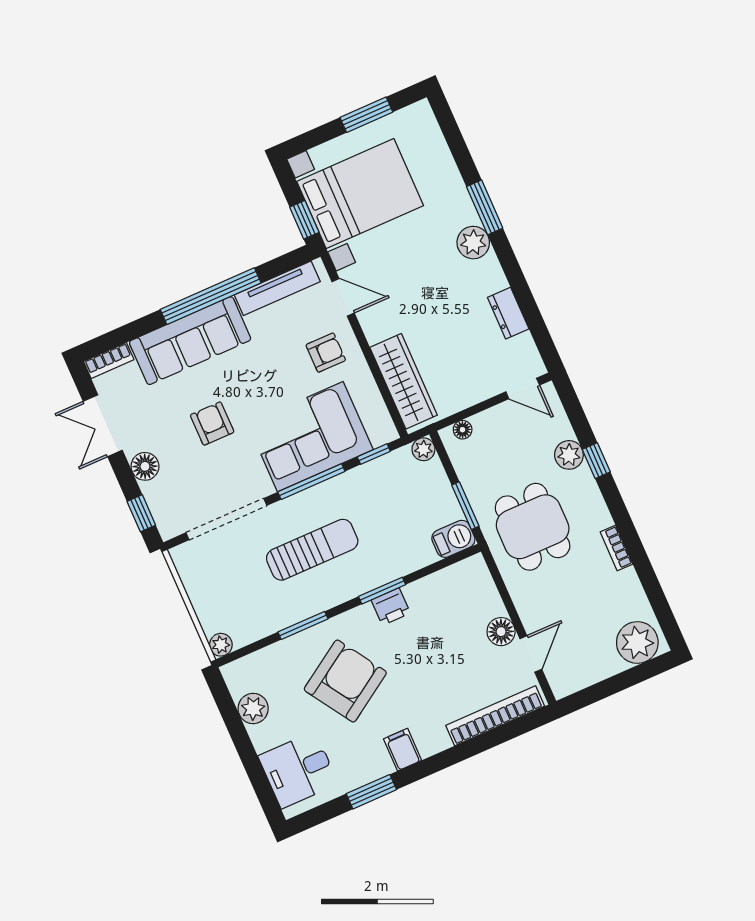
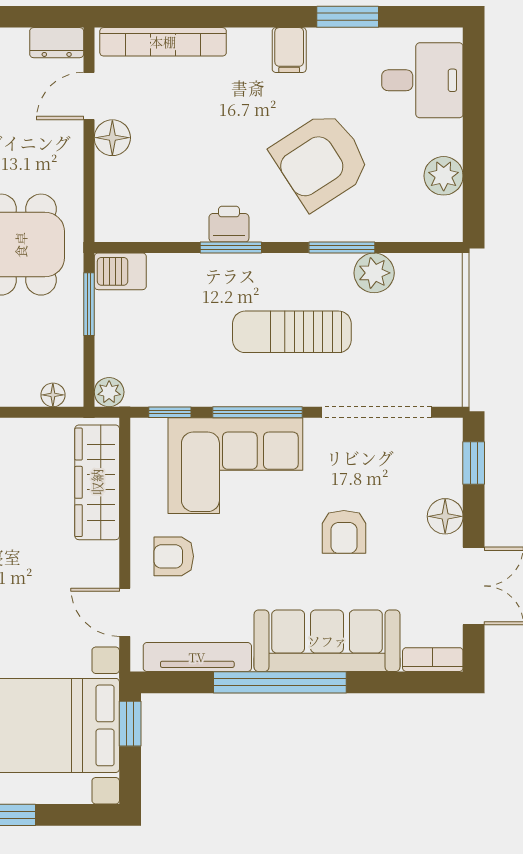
plant: (221, 645) -> (374, 273), moved, width x1.38, depth x1.38
dresser: (571, 682) -> (57, 43), added

